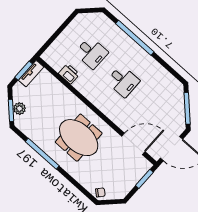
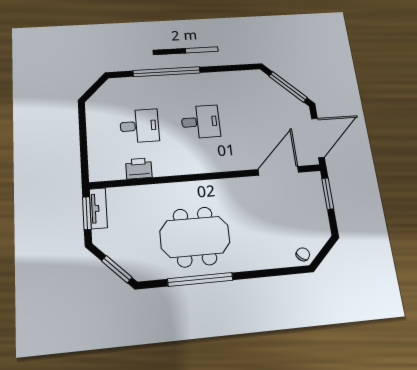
plant: (20, 109) -> (124, 257), removed
meeting table: (79, 138) -> (195, 237), moved

